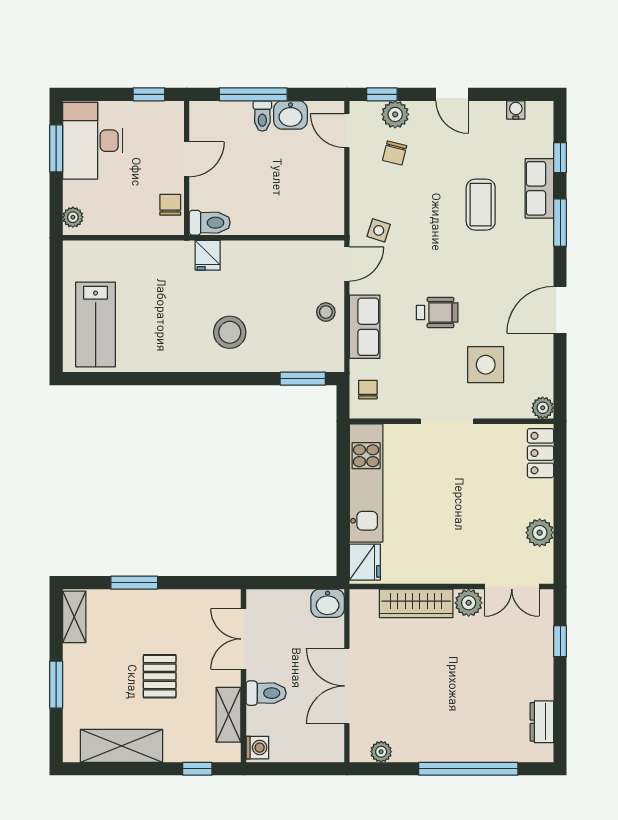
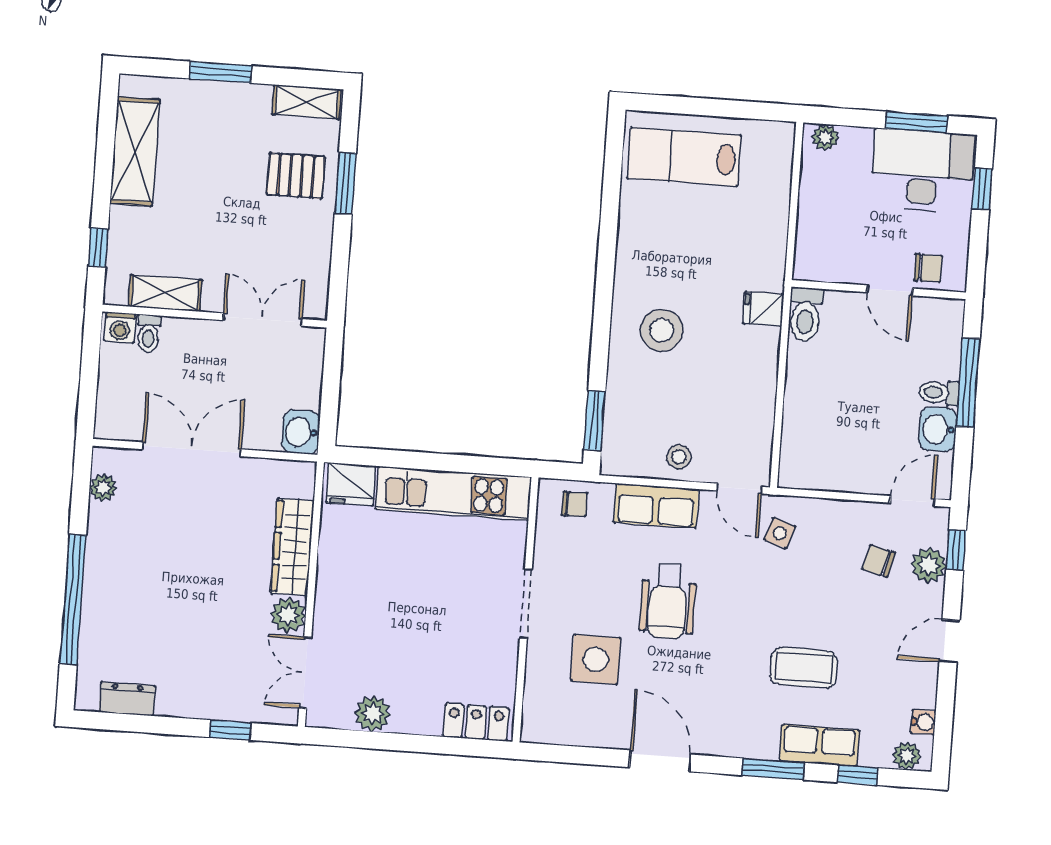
window: (149, 94) -> (982, 189), moved
chair: (170, 205) -> (928, 268), moved
wheelchair: (437, 312) -> (668, 601), width x1.36, depth x1.37
plant: (543, 408) -> (907, 756), moved
pallet: (160, 676) -> (296, 176), moved
toilet: (266, 693) -> (149, 334), moved, width x0.73, depth x0.72

